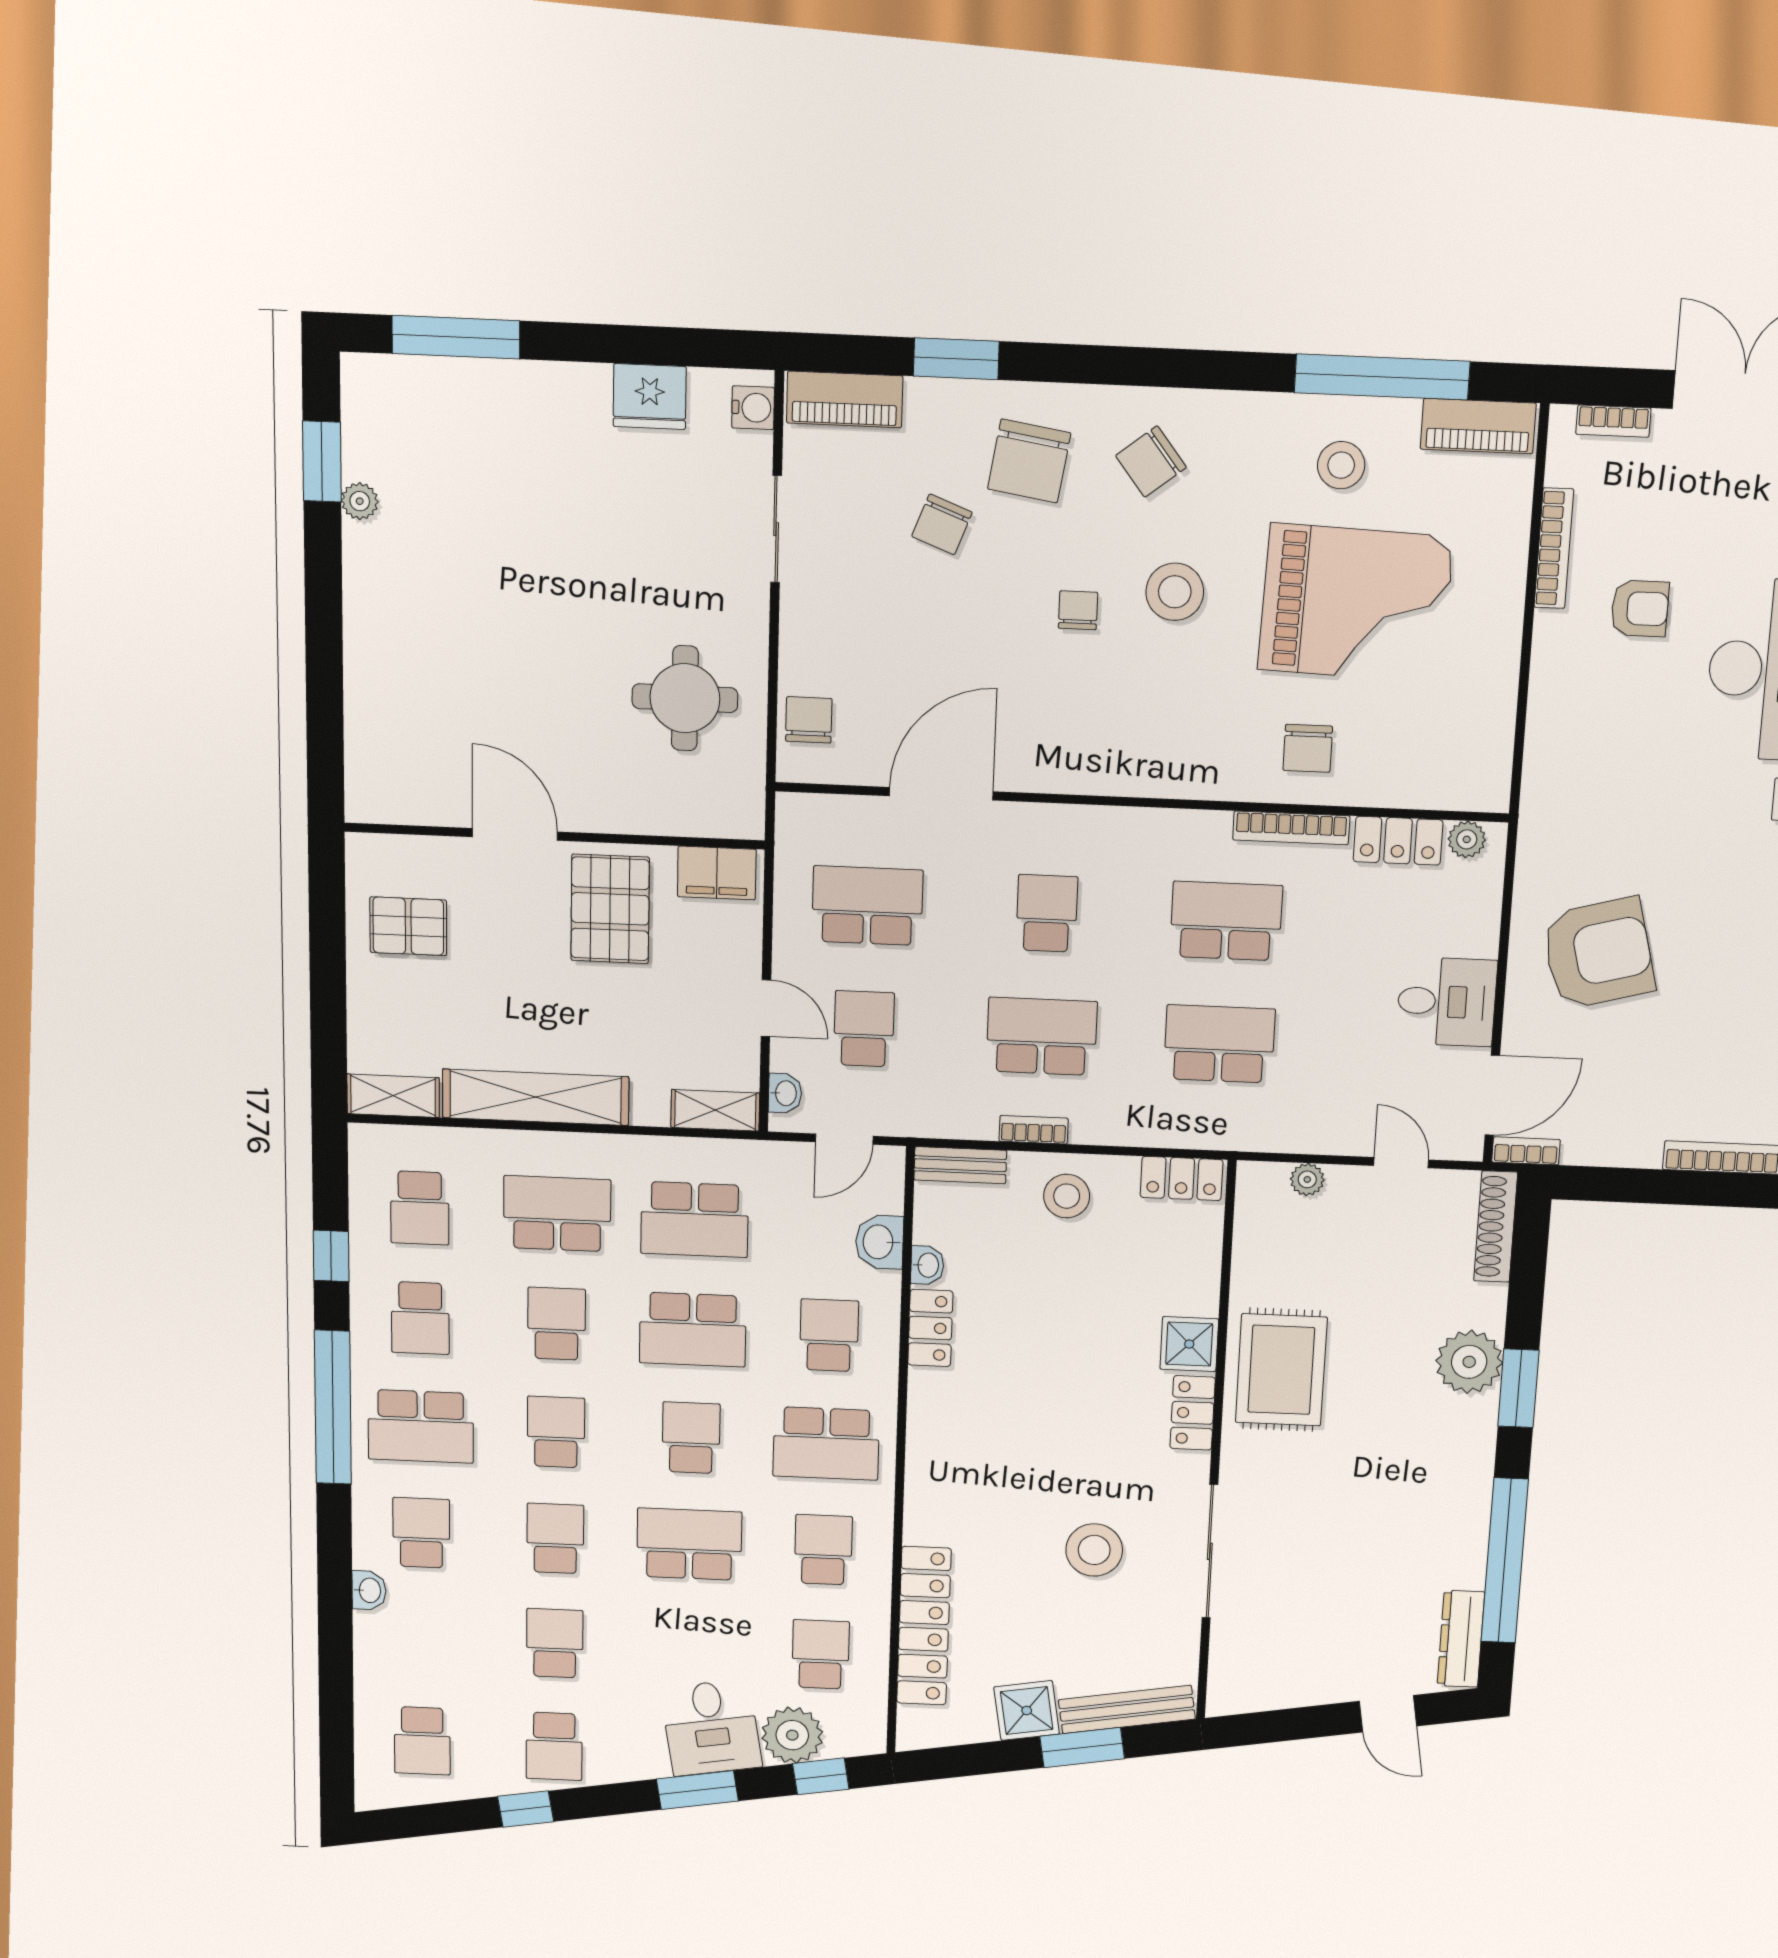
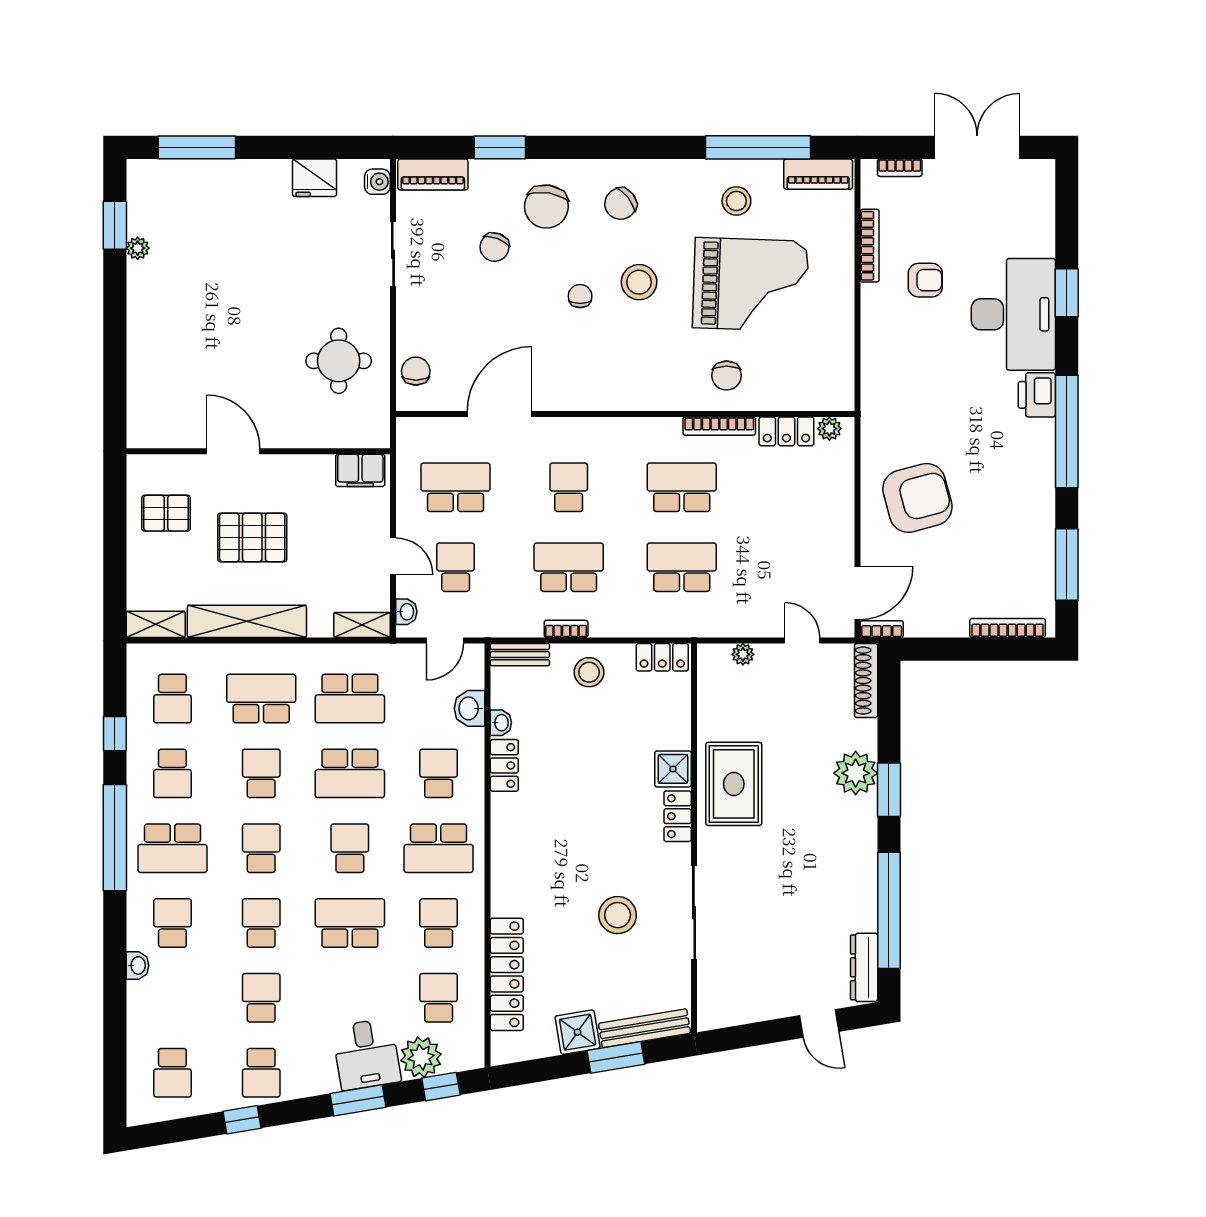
pallet: (610, 909) -> (252, 537), moved, turned 90
desk: (1447, 1002) -> (824, 533), removed

